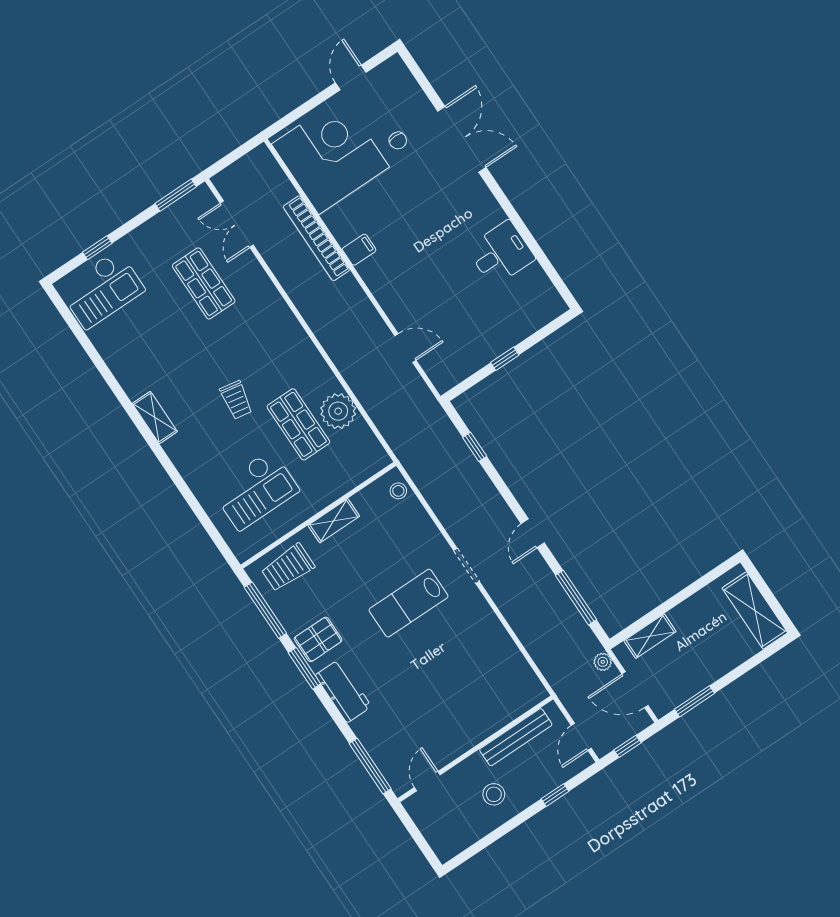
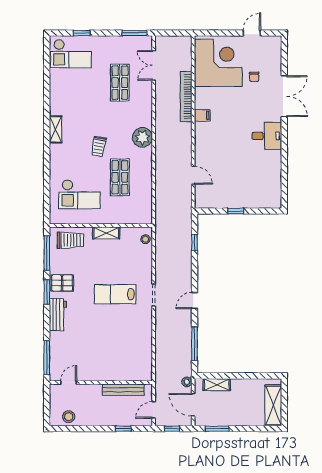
desk: (501, 253) -> (267, 136), moved
plant: (338, 411) -> (142, 137), moved
trolley: (288, 568) -> (70, 240), turned 180
stool: (494, 794) -> (69, 417), moved

